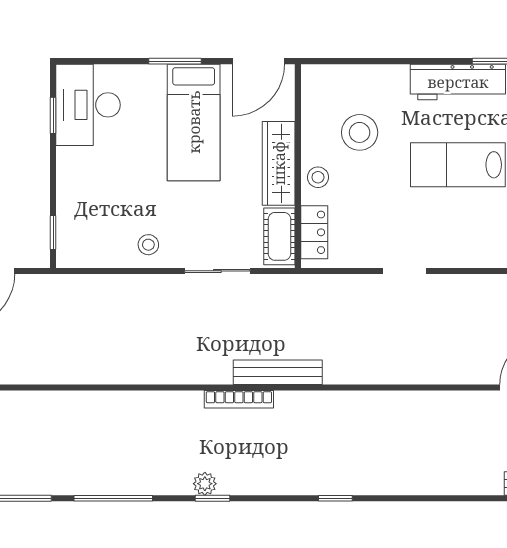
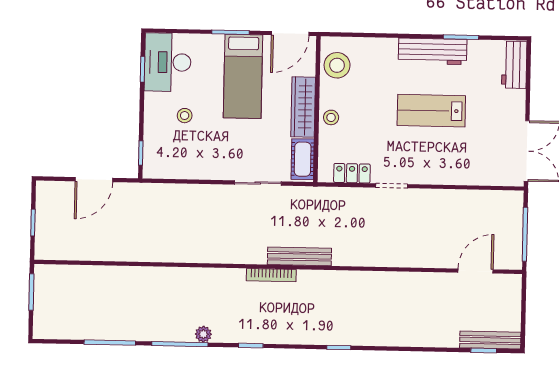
stool: (360, 132) -> (337, 65), moved
locker: (314, 232) -> (352, 173), moved, turned -90
stool: (148, 245) -> (185, 116), moved
plant: (205, 484) -> (203, 334), moved

